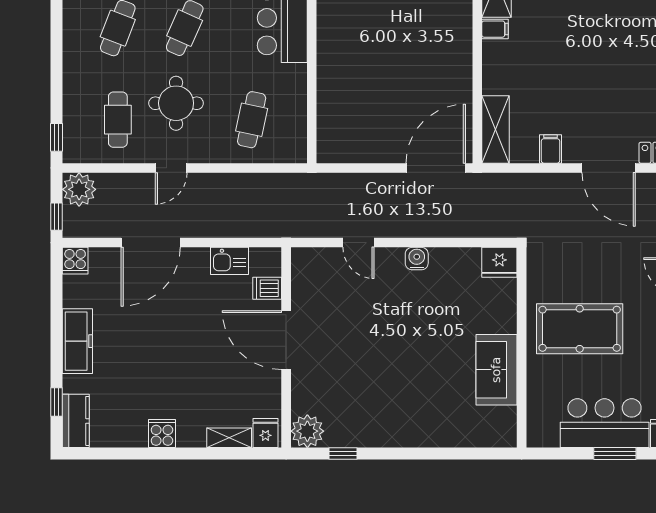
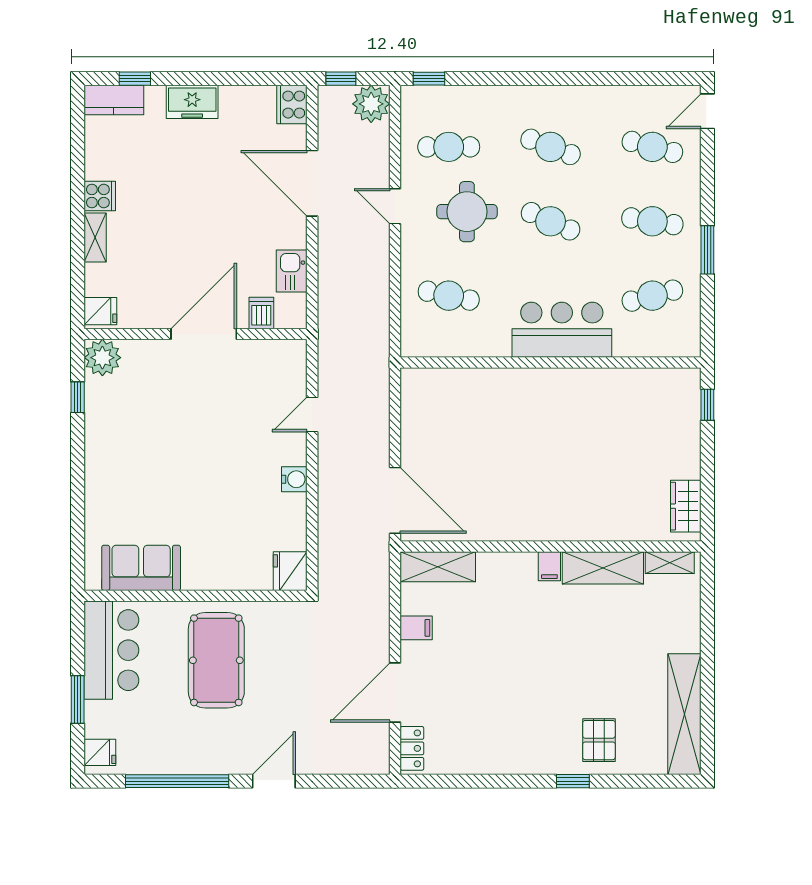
cooker: (75, 261) -> (292, 105), width x1.36
freezer: (77, 341) -> (192, 102), width x0.71
sofa: (496, 370) -> (141, 568), moved
bar counter: (605, 423) -> (111, 650), moved
shelving: (229, 438) -> (95, 238), moved

